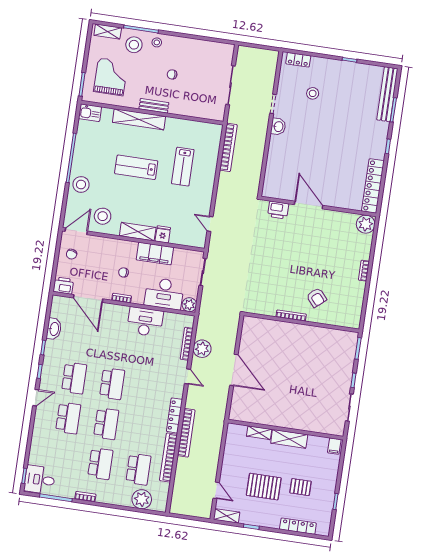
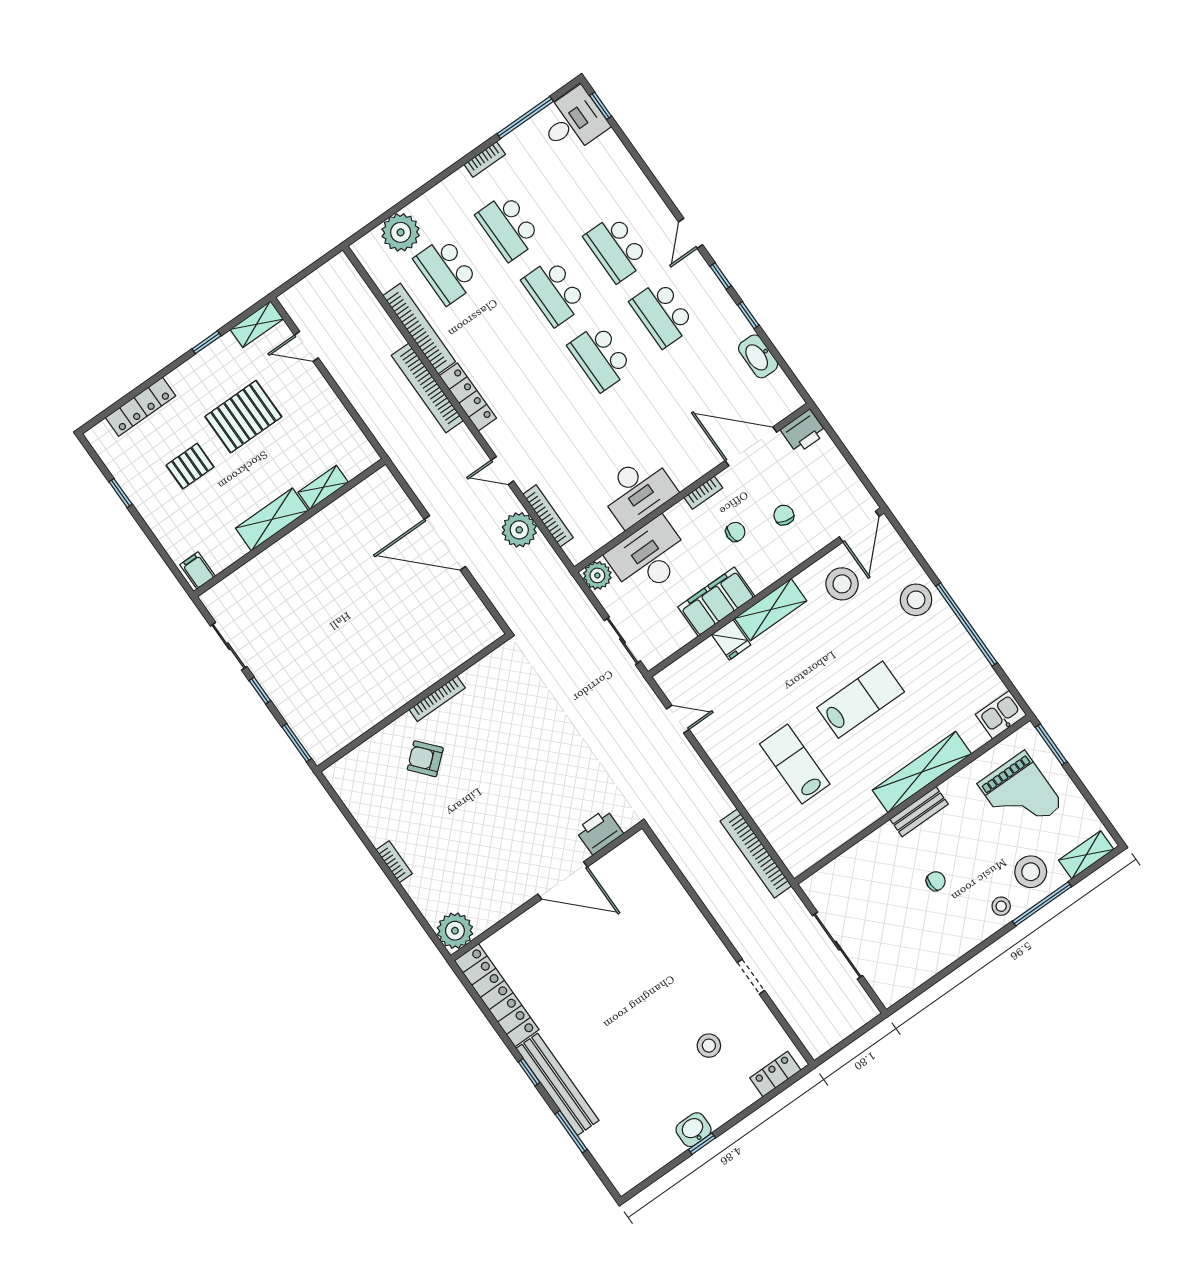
bench: (387, 94) -> (558, 1084), moved
washbasin: (278, 127) -> (694, 1130), moved, turned 90
chair: (72, 254) -> (784, 515), moved

